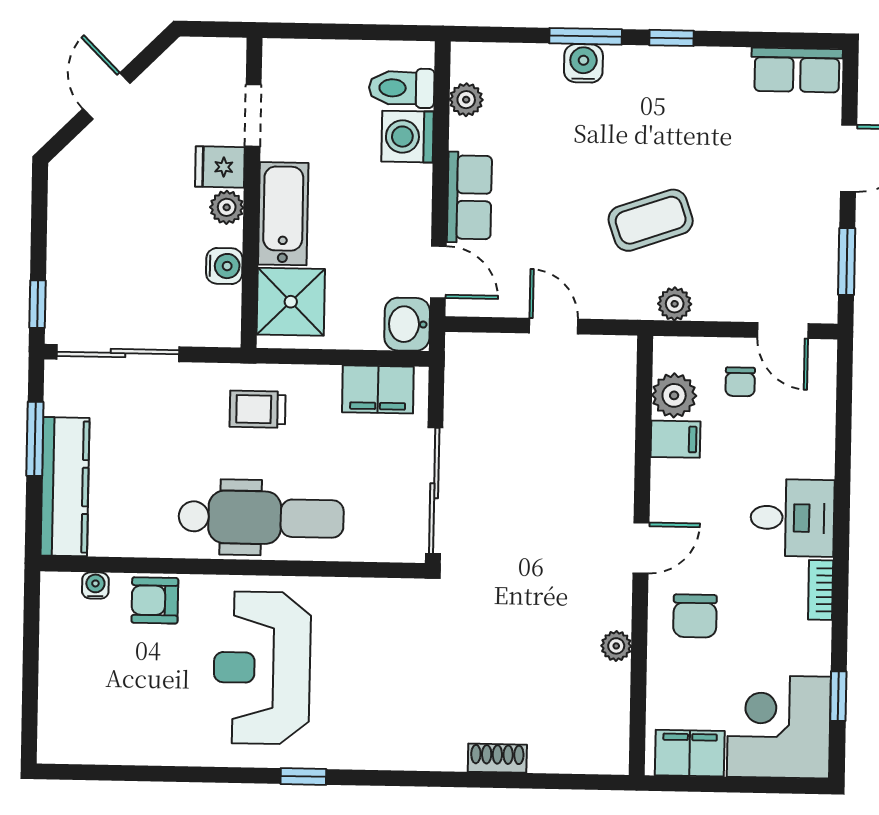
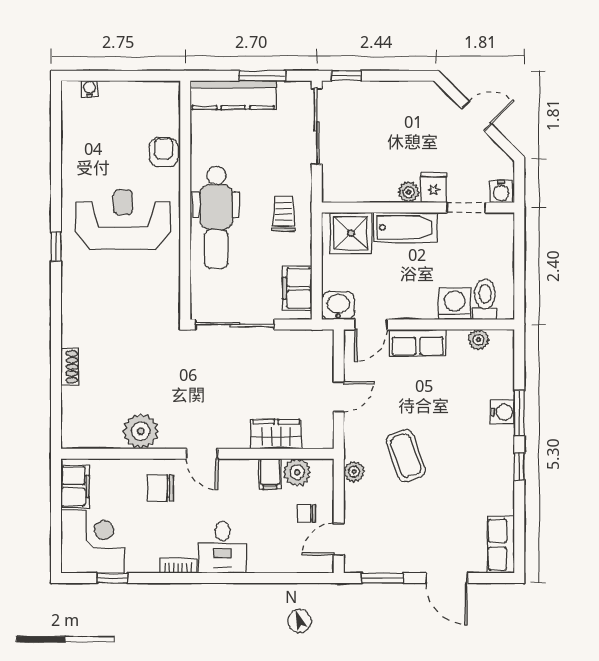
water cooler: (224, 266) -> (501, 191), moved
wardrobe: (612, 428) -> (276, 434), added
water cooler: (95, 586) -> (90, 89), moved, turned -90
plant: (616, 646) -> (141, 431), width x1.88, depth x1.88

